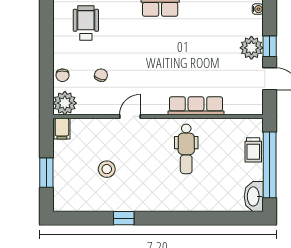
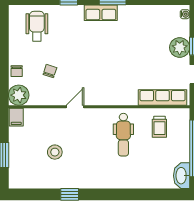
row of seats: (196, 106) -> (163, 97), moved
trolley: (253, 150) -> (159, 127), moved

